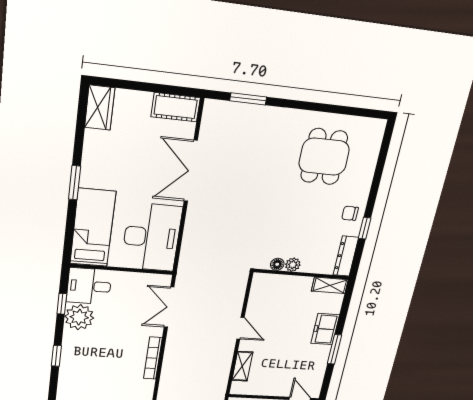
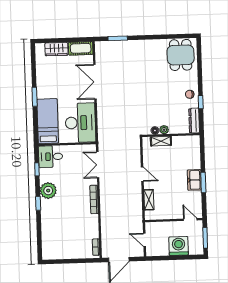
wardrobe: (100, 108) -> (56, 49), moved, turned 90
dining table: (324, 157) -> (181, 55), moved
shelving: (330, 285) -> (161, 141), moved
plant: (79, 317) -> (48, 191), moved
freezer: (325, 329) -> (194, 180), moved

